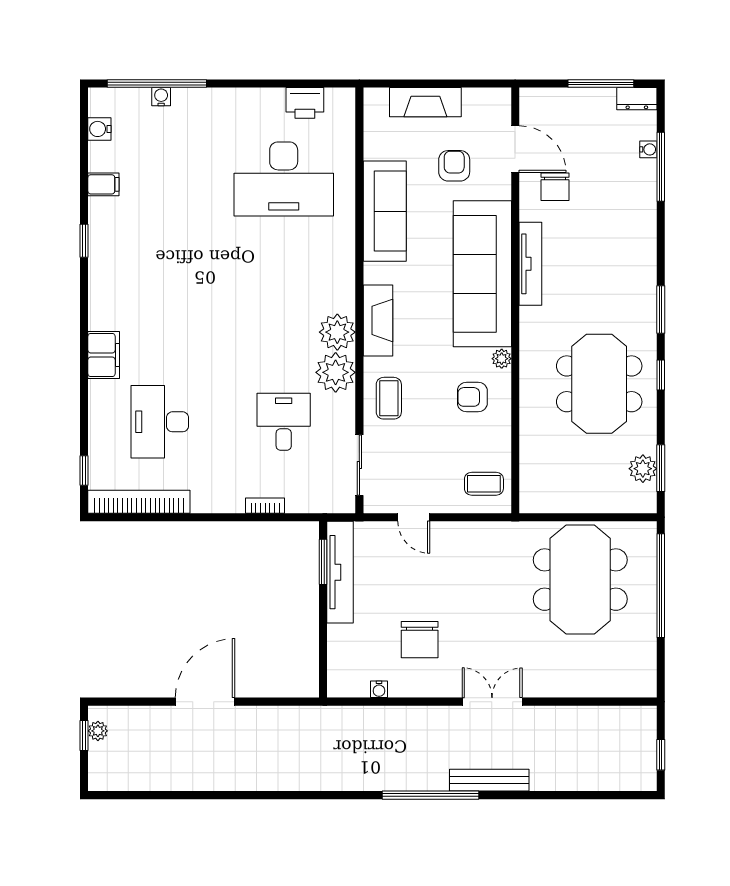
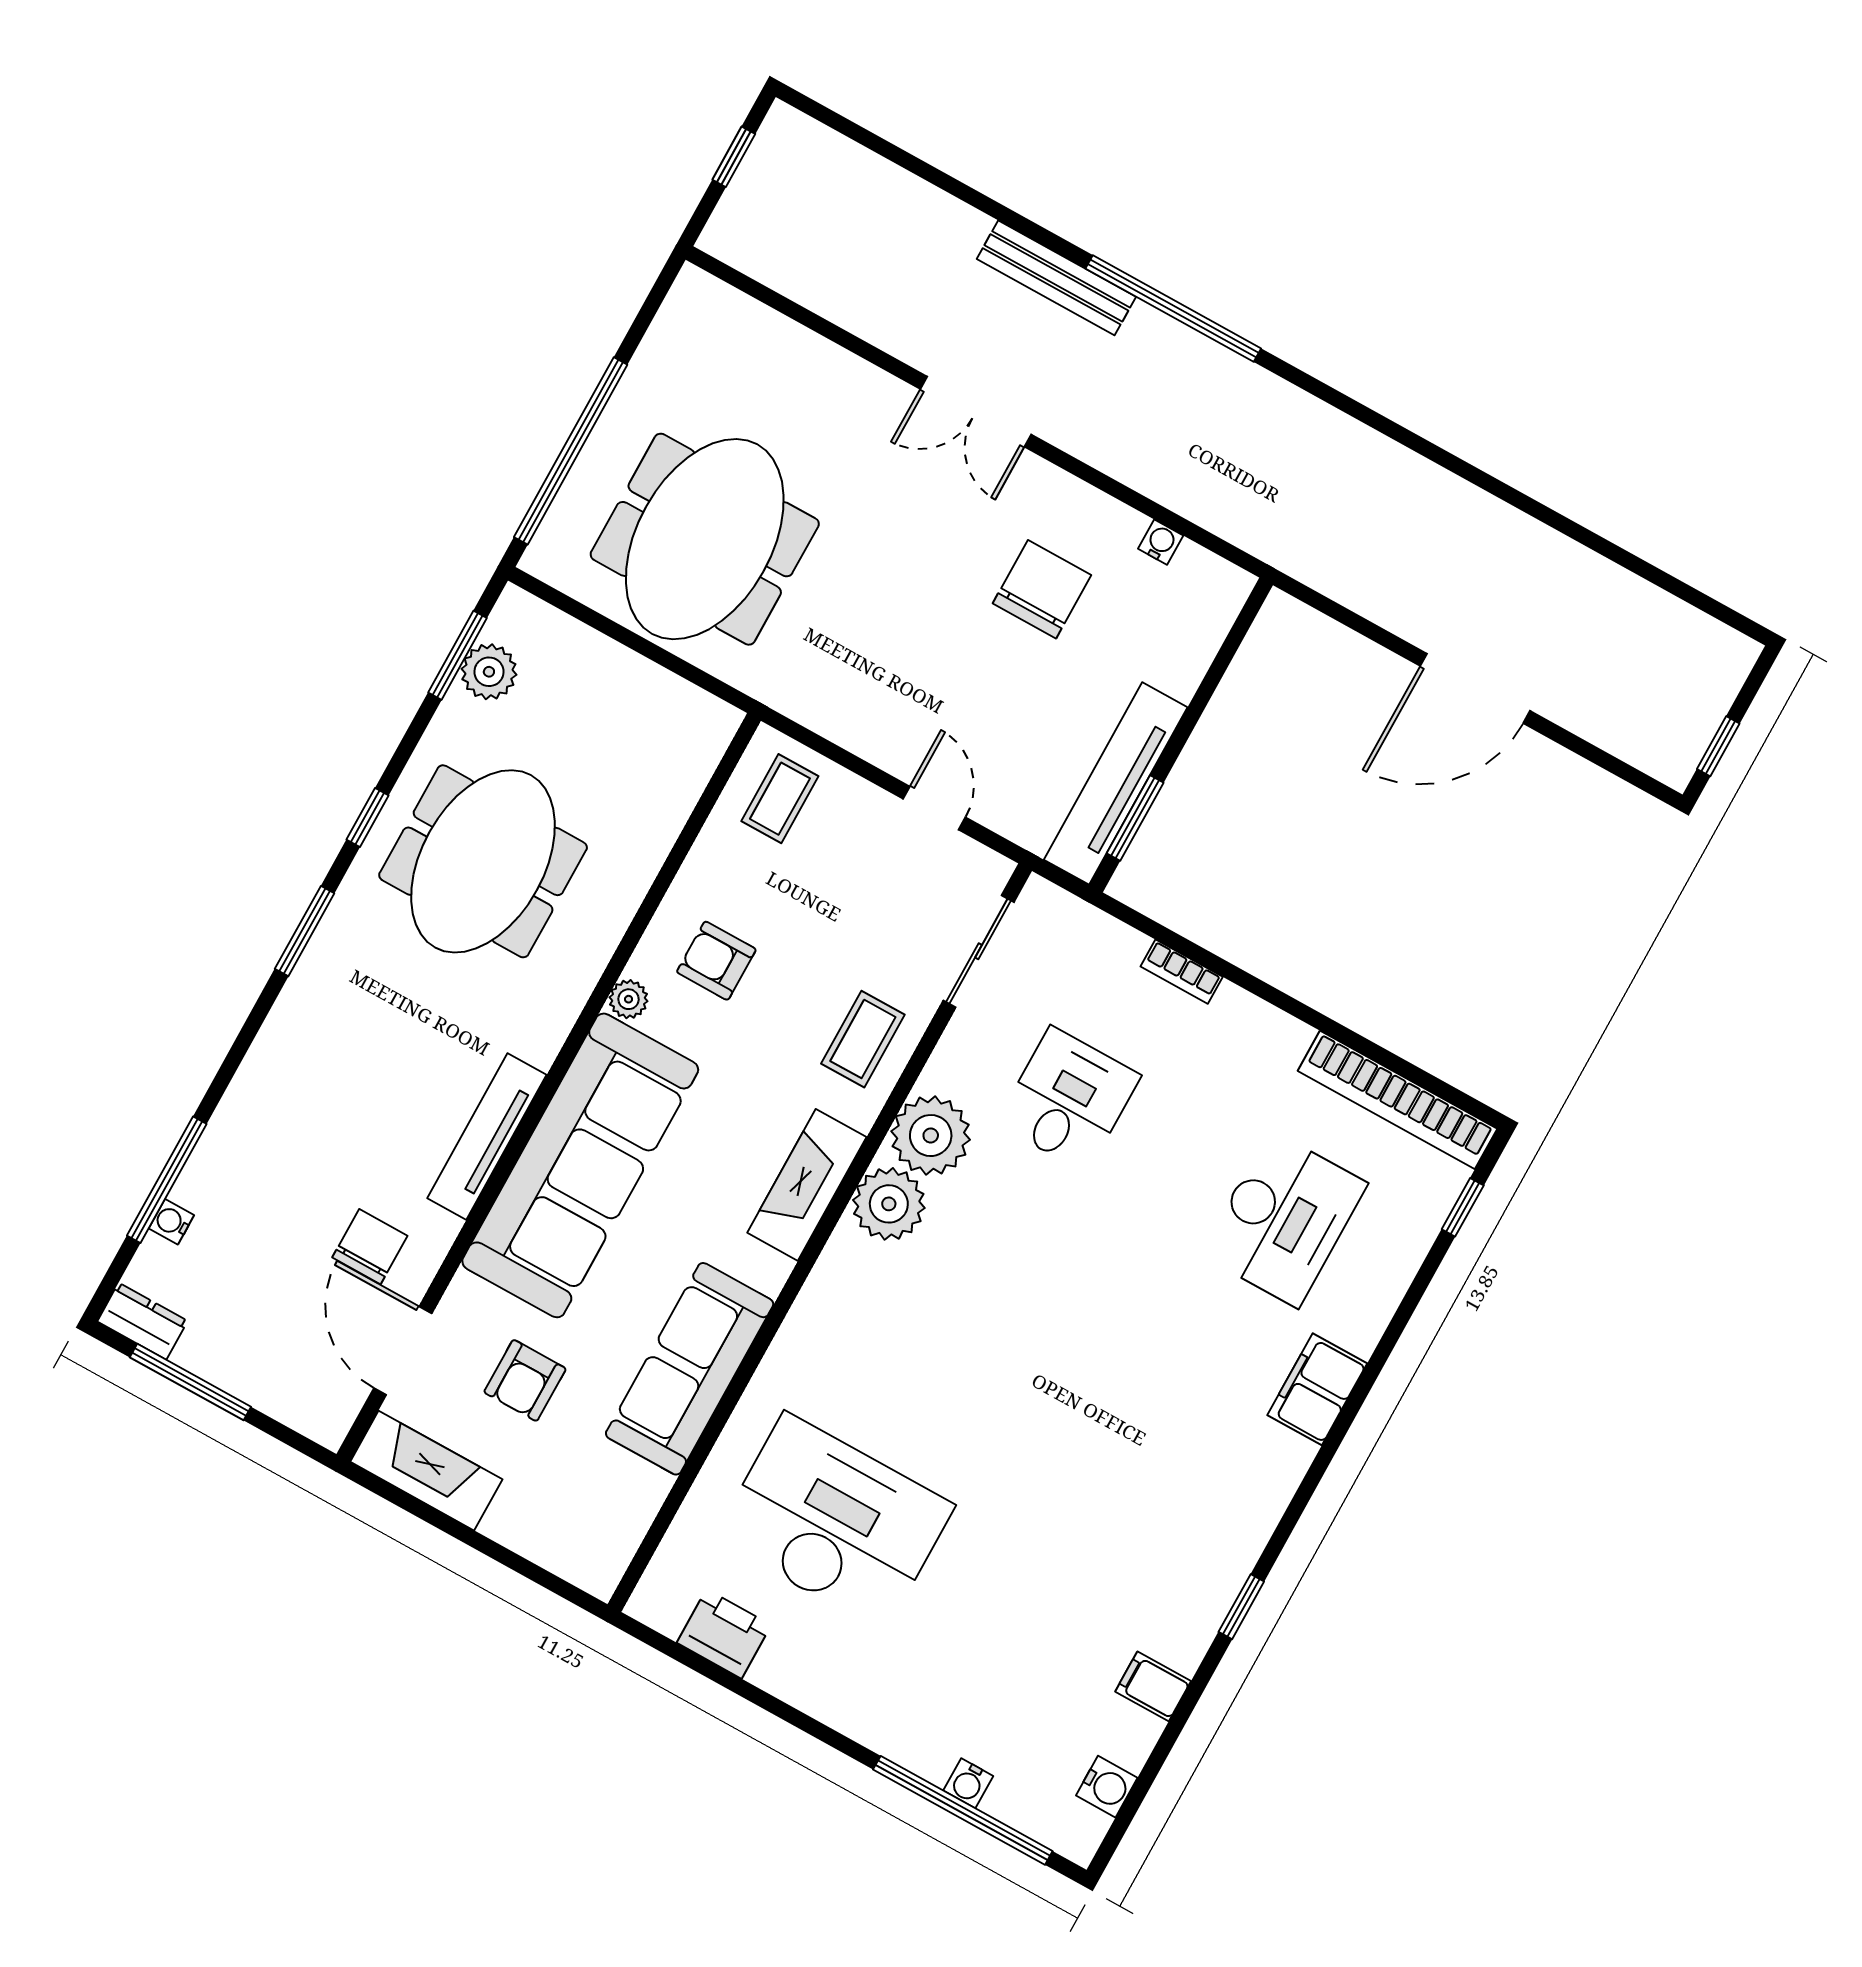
fireplace: (425, 102) -> (426, 1471), moved
armchair: (472, 397) -> (716, 961), turned 180
desk: (284, 422) -> (1069, 1099), turned 180
coffee table: (484, 484) -> (780, 799), turned 90
plant: (98, 731) -> (1690, 741), removed

